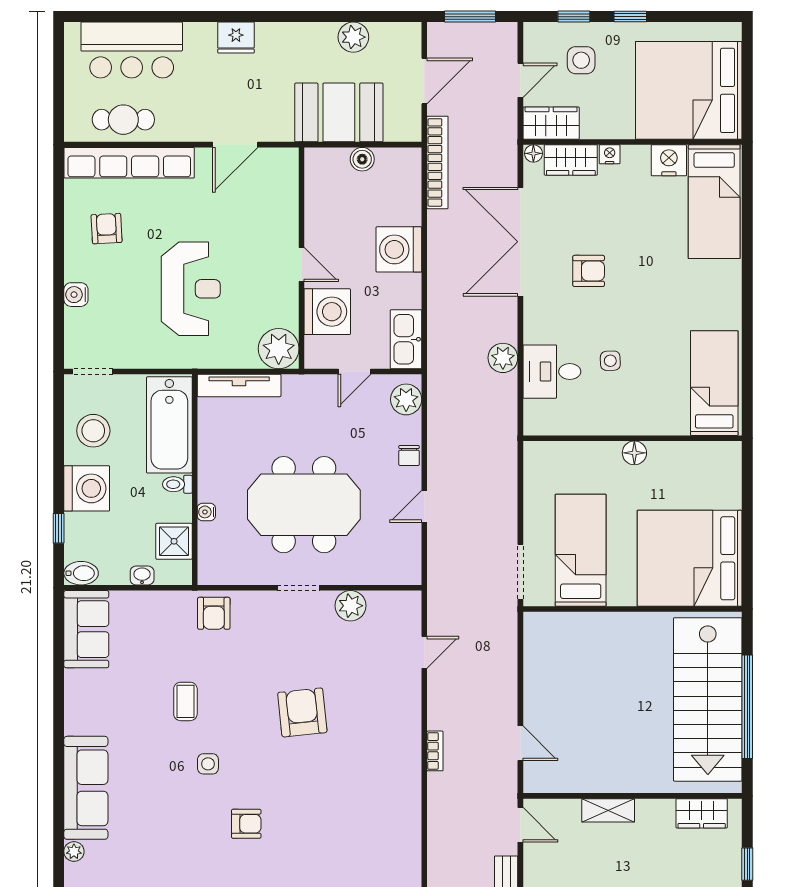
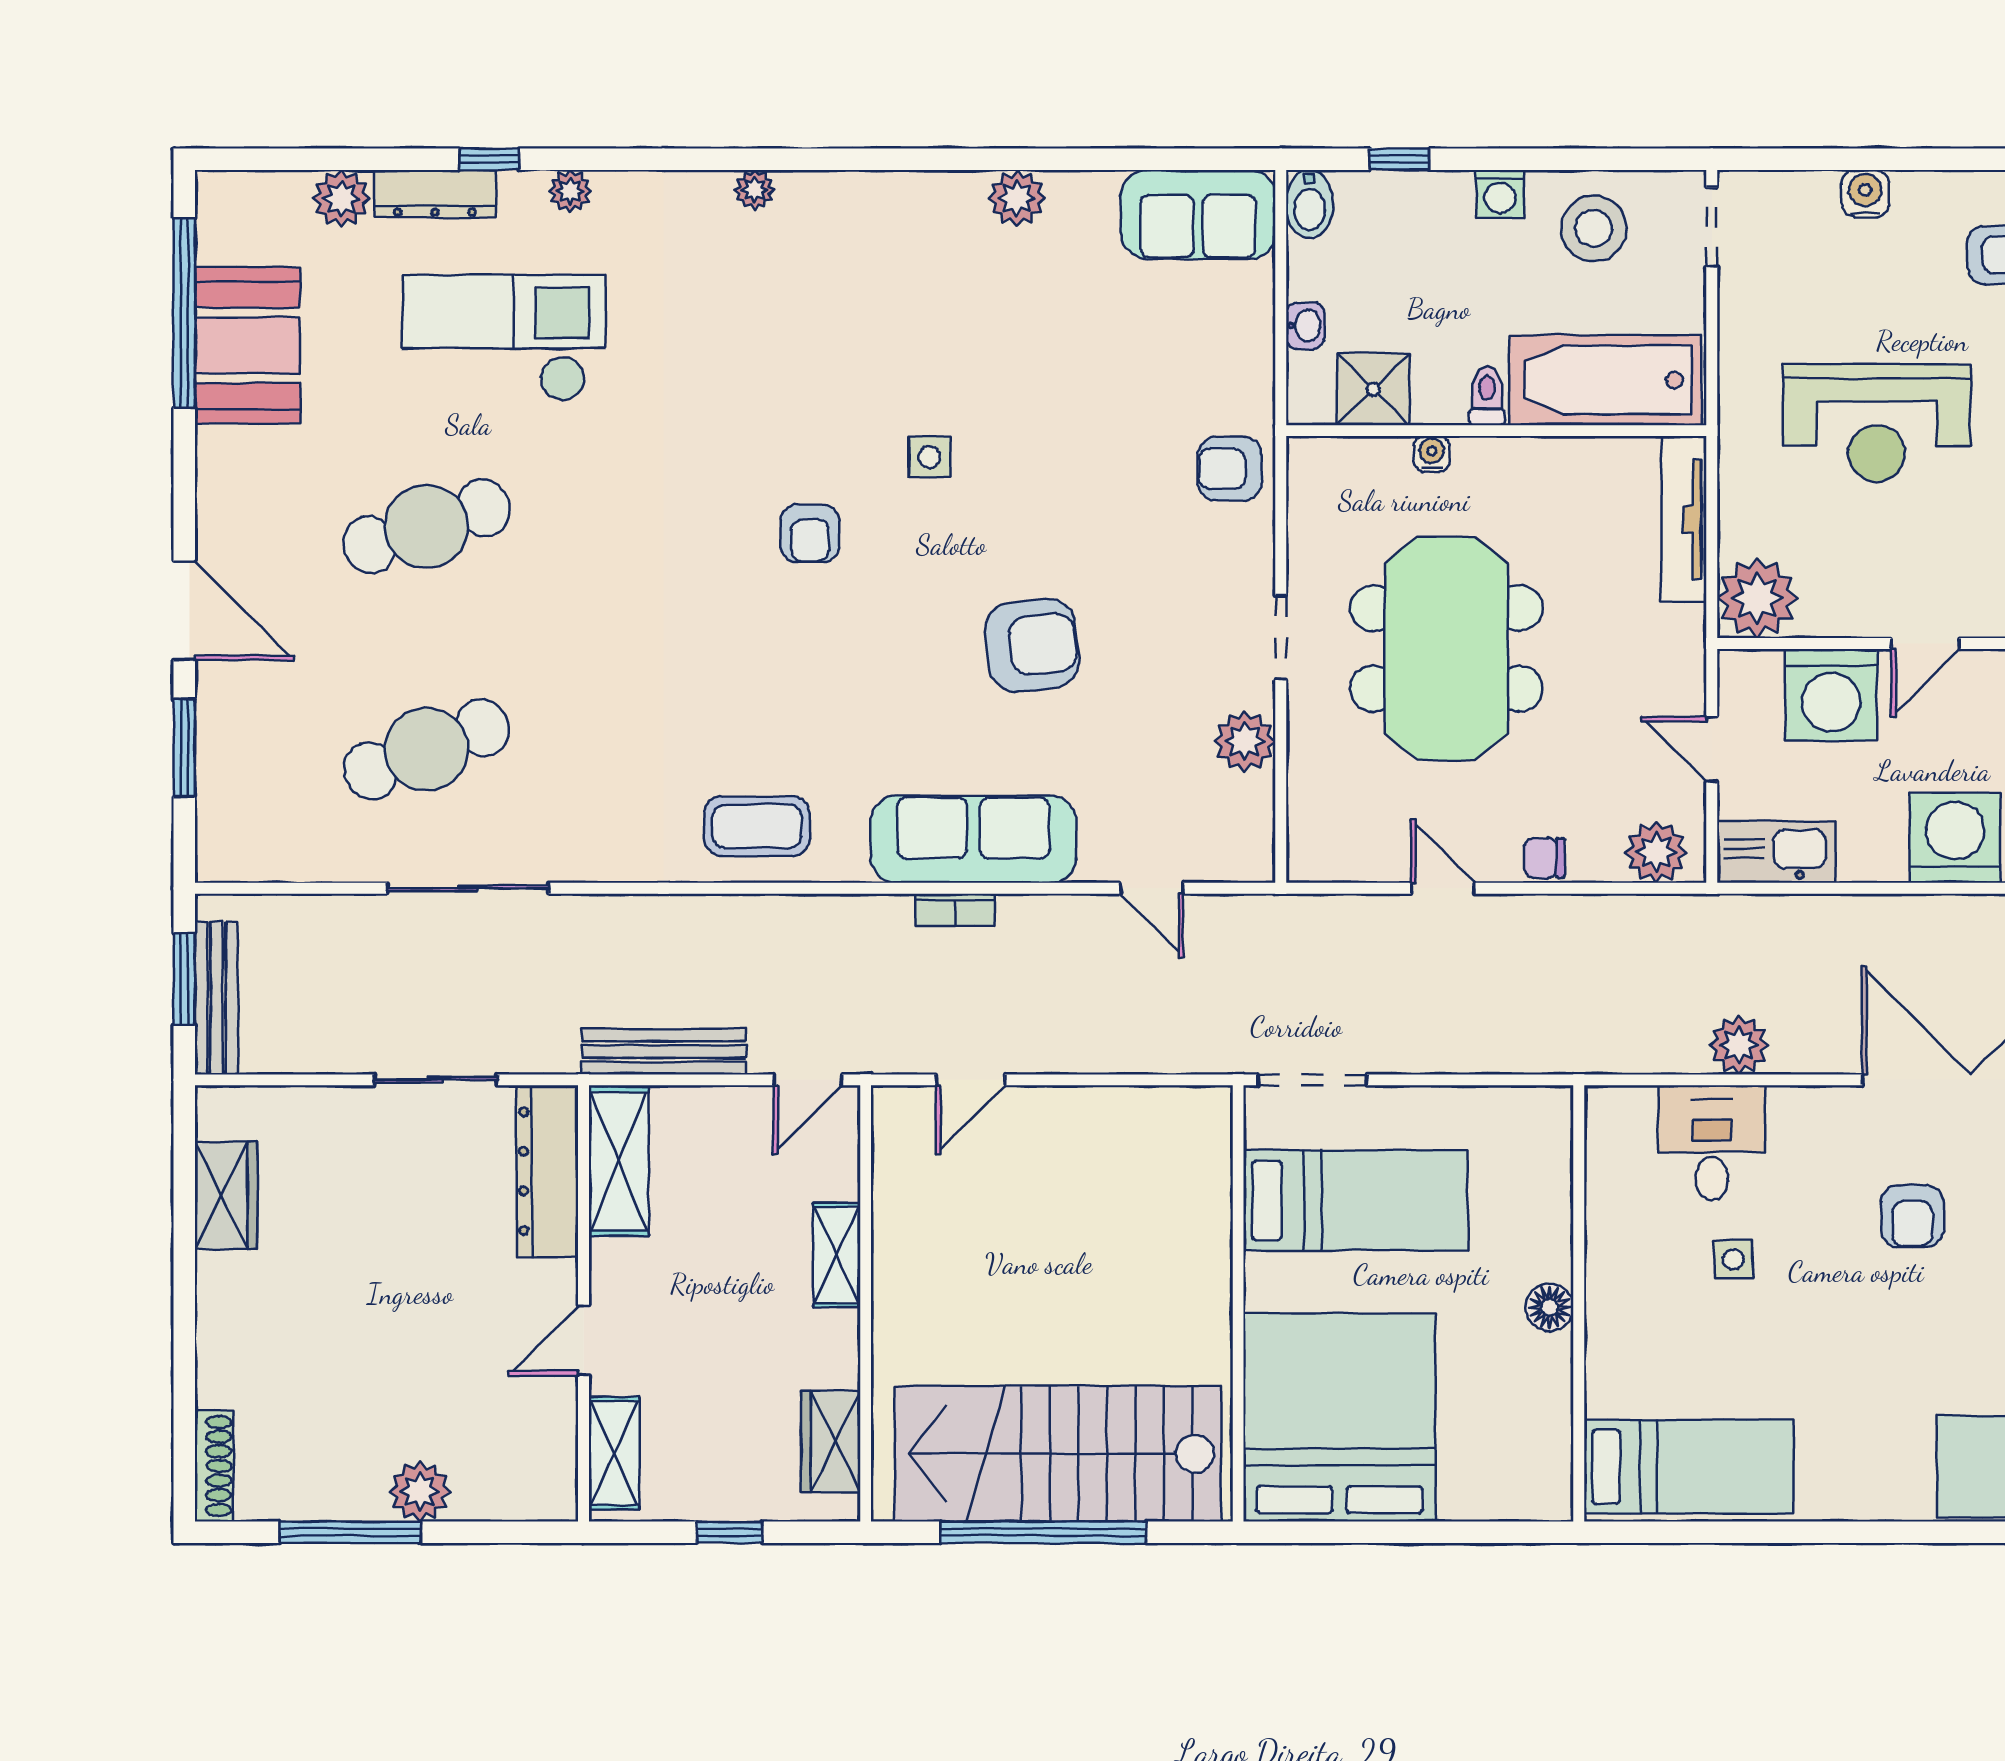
washing machine: (87, 488) -> (1500, 194), width x0.53, depth x0.53
coffee table: (185, 701) -> (757, 826), moved, width x1.36, depth x1.30
plant: (78, 720) -> (1017, 198), added
sofa: (86, 788) -> (973, 839), moved, turned 180

